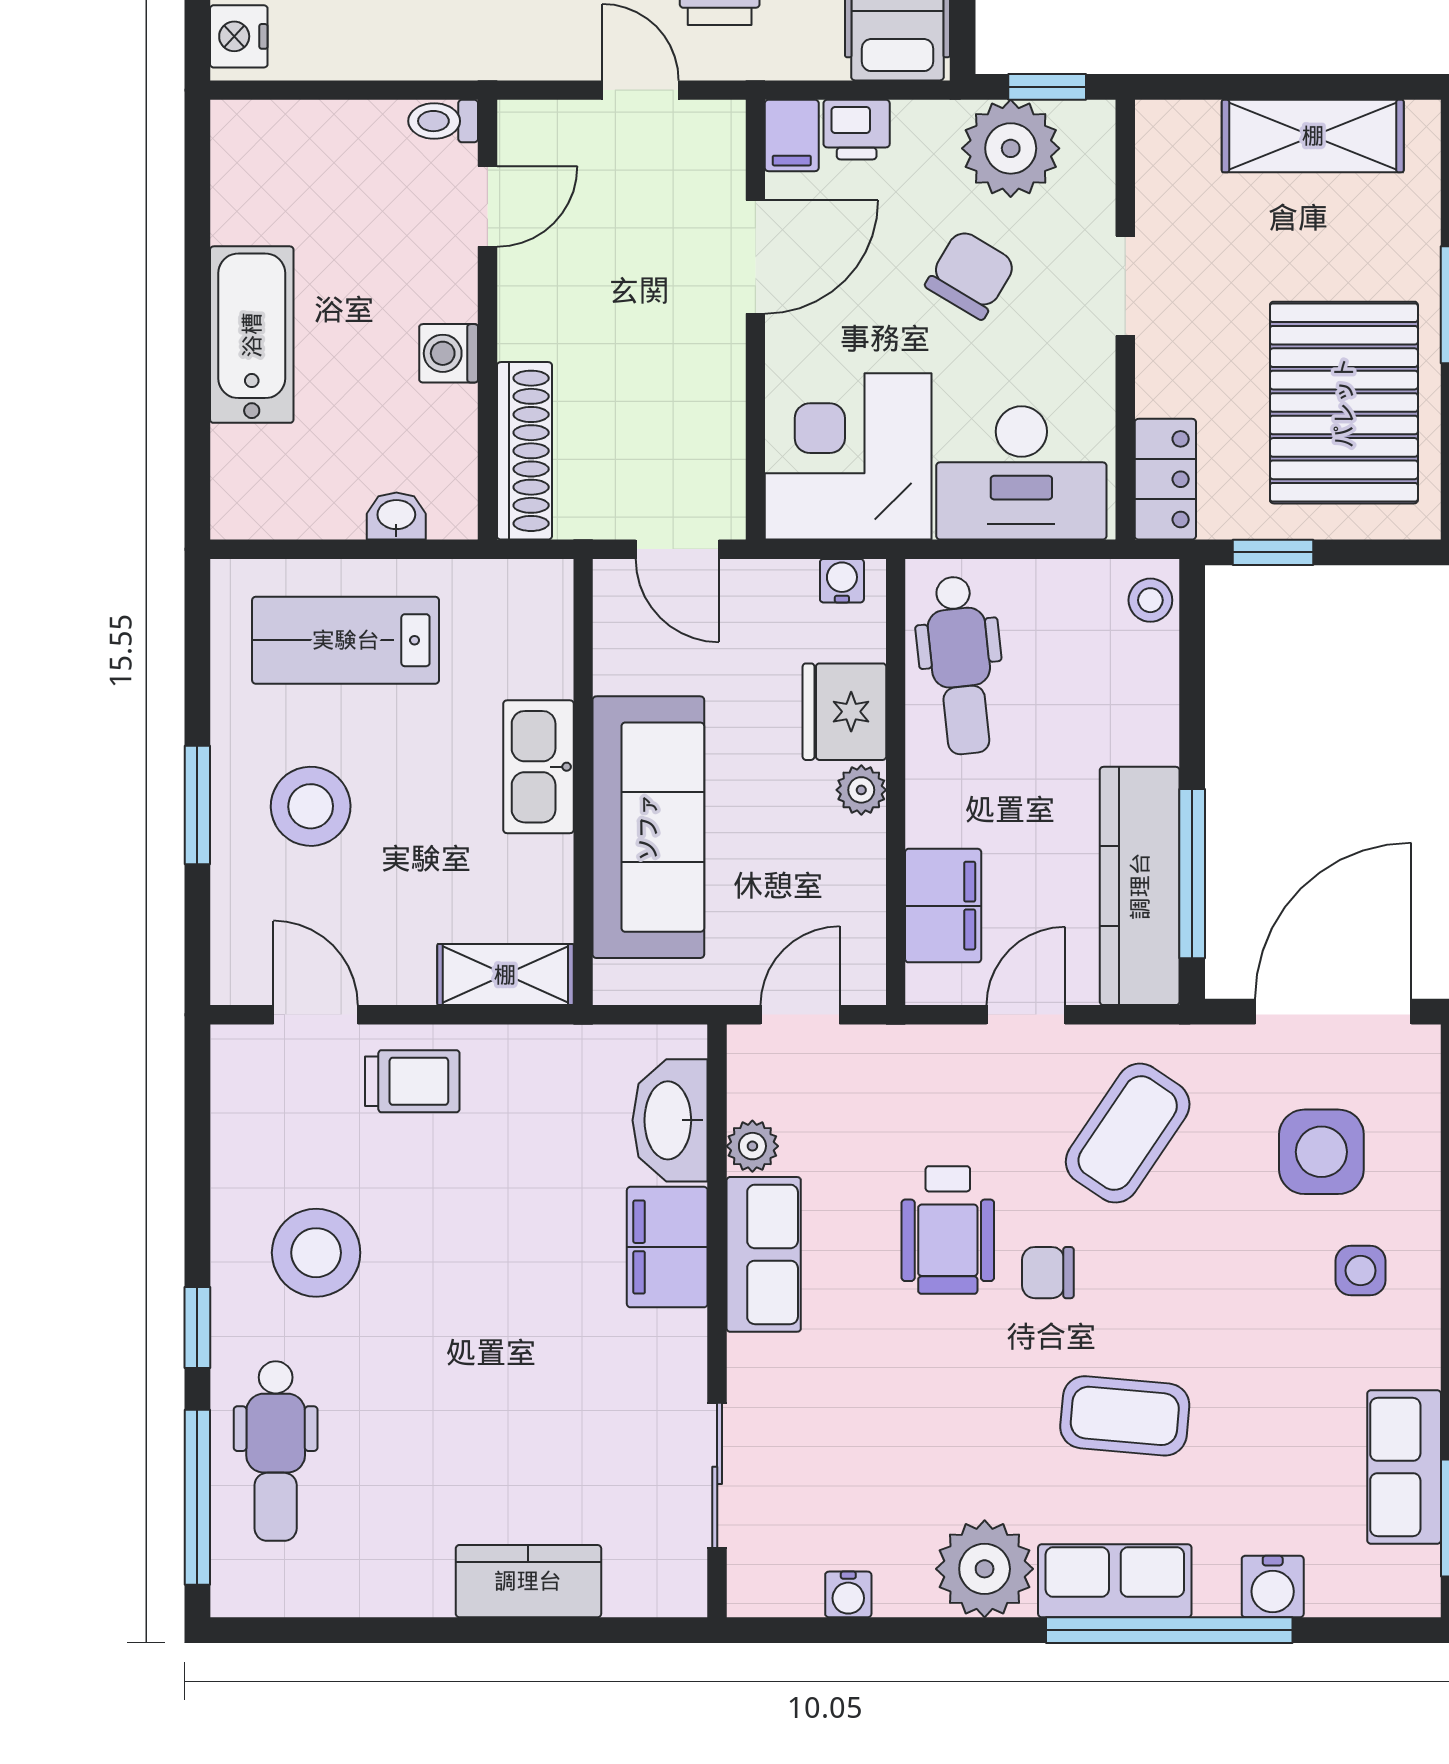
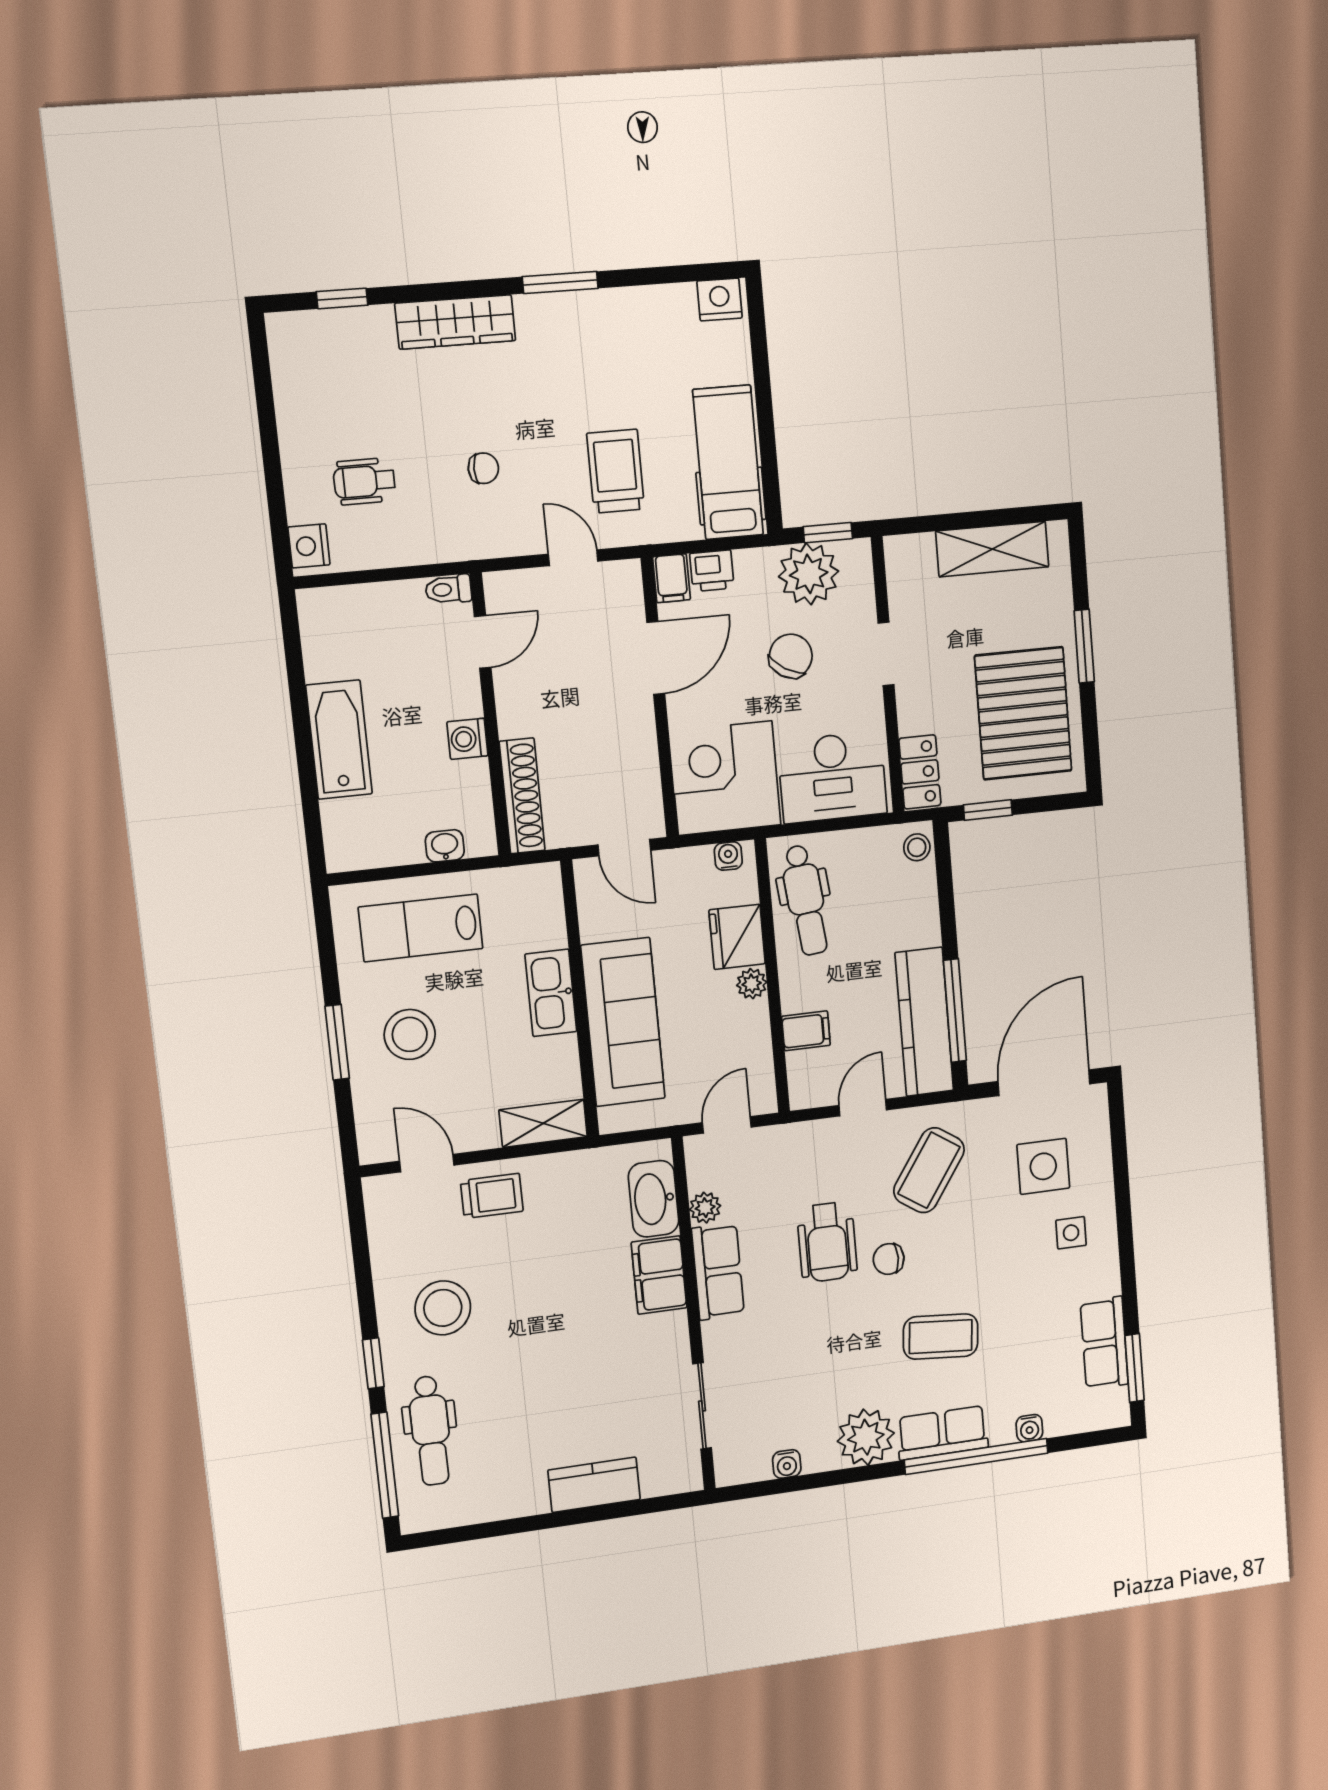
filing cabinet: (943, 906) -> (806, 1031), width x0.50
water cooler: (1273, 1587) -> (1029, 1428), width x0.72, depth x0.72

